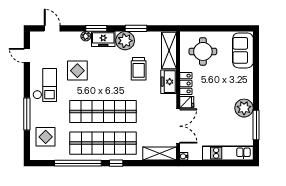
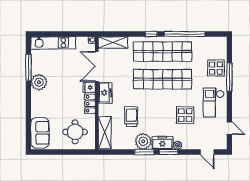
window: (136, 28) -> (144, 152), moved
freezer: (169, 82) -> (105, 93), moved
display table: (46, 137) -> (216, 68), moved

